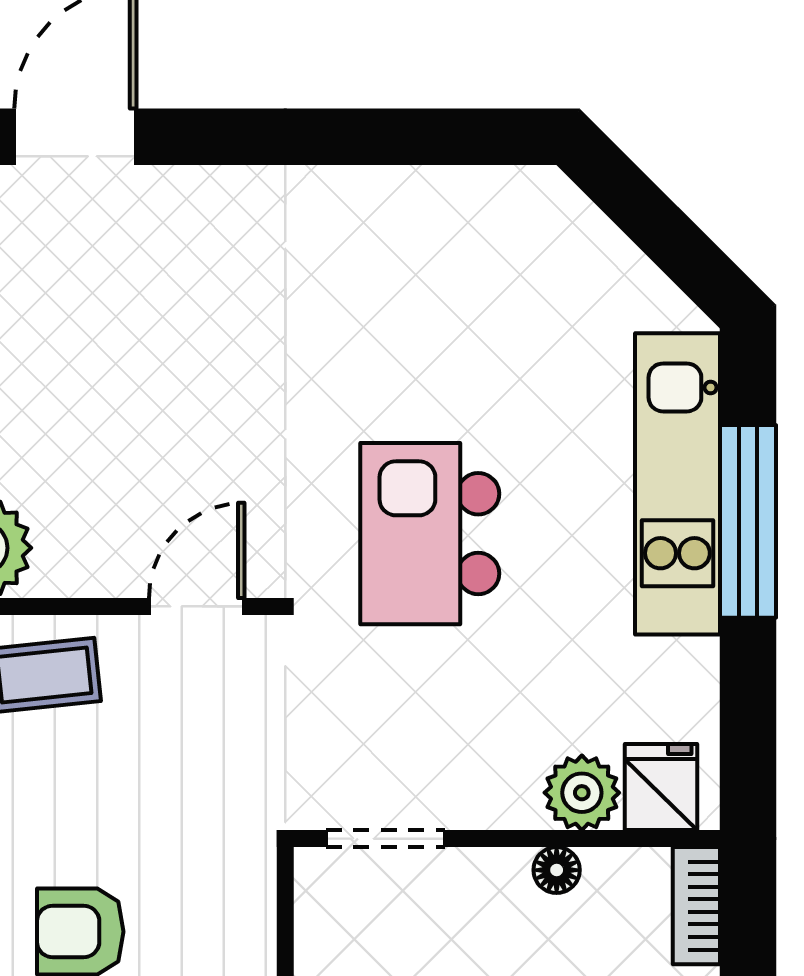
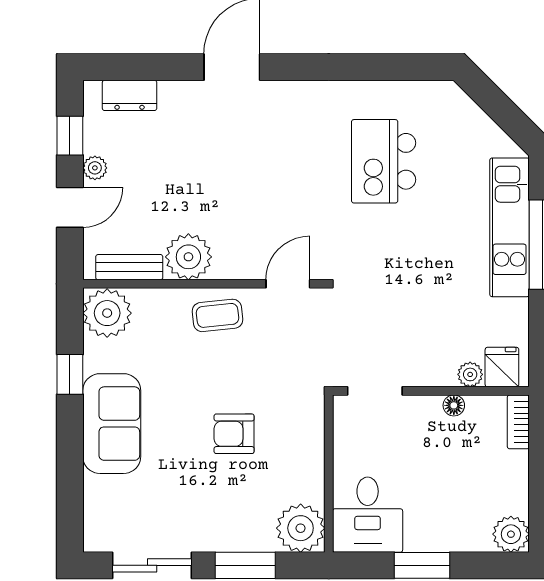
kitchen island: (430, 534) -> (384, 161), moved
plant: (582, 793) -> (470, 374), width x0.73, depth x0.73

